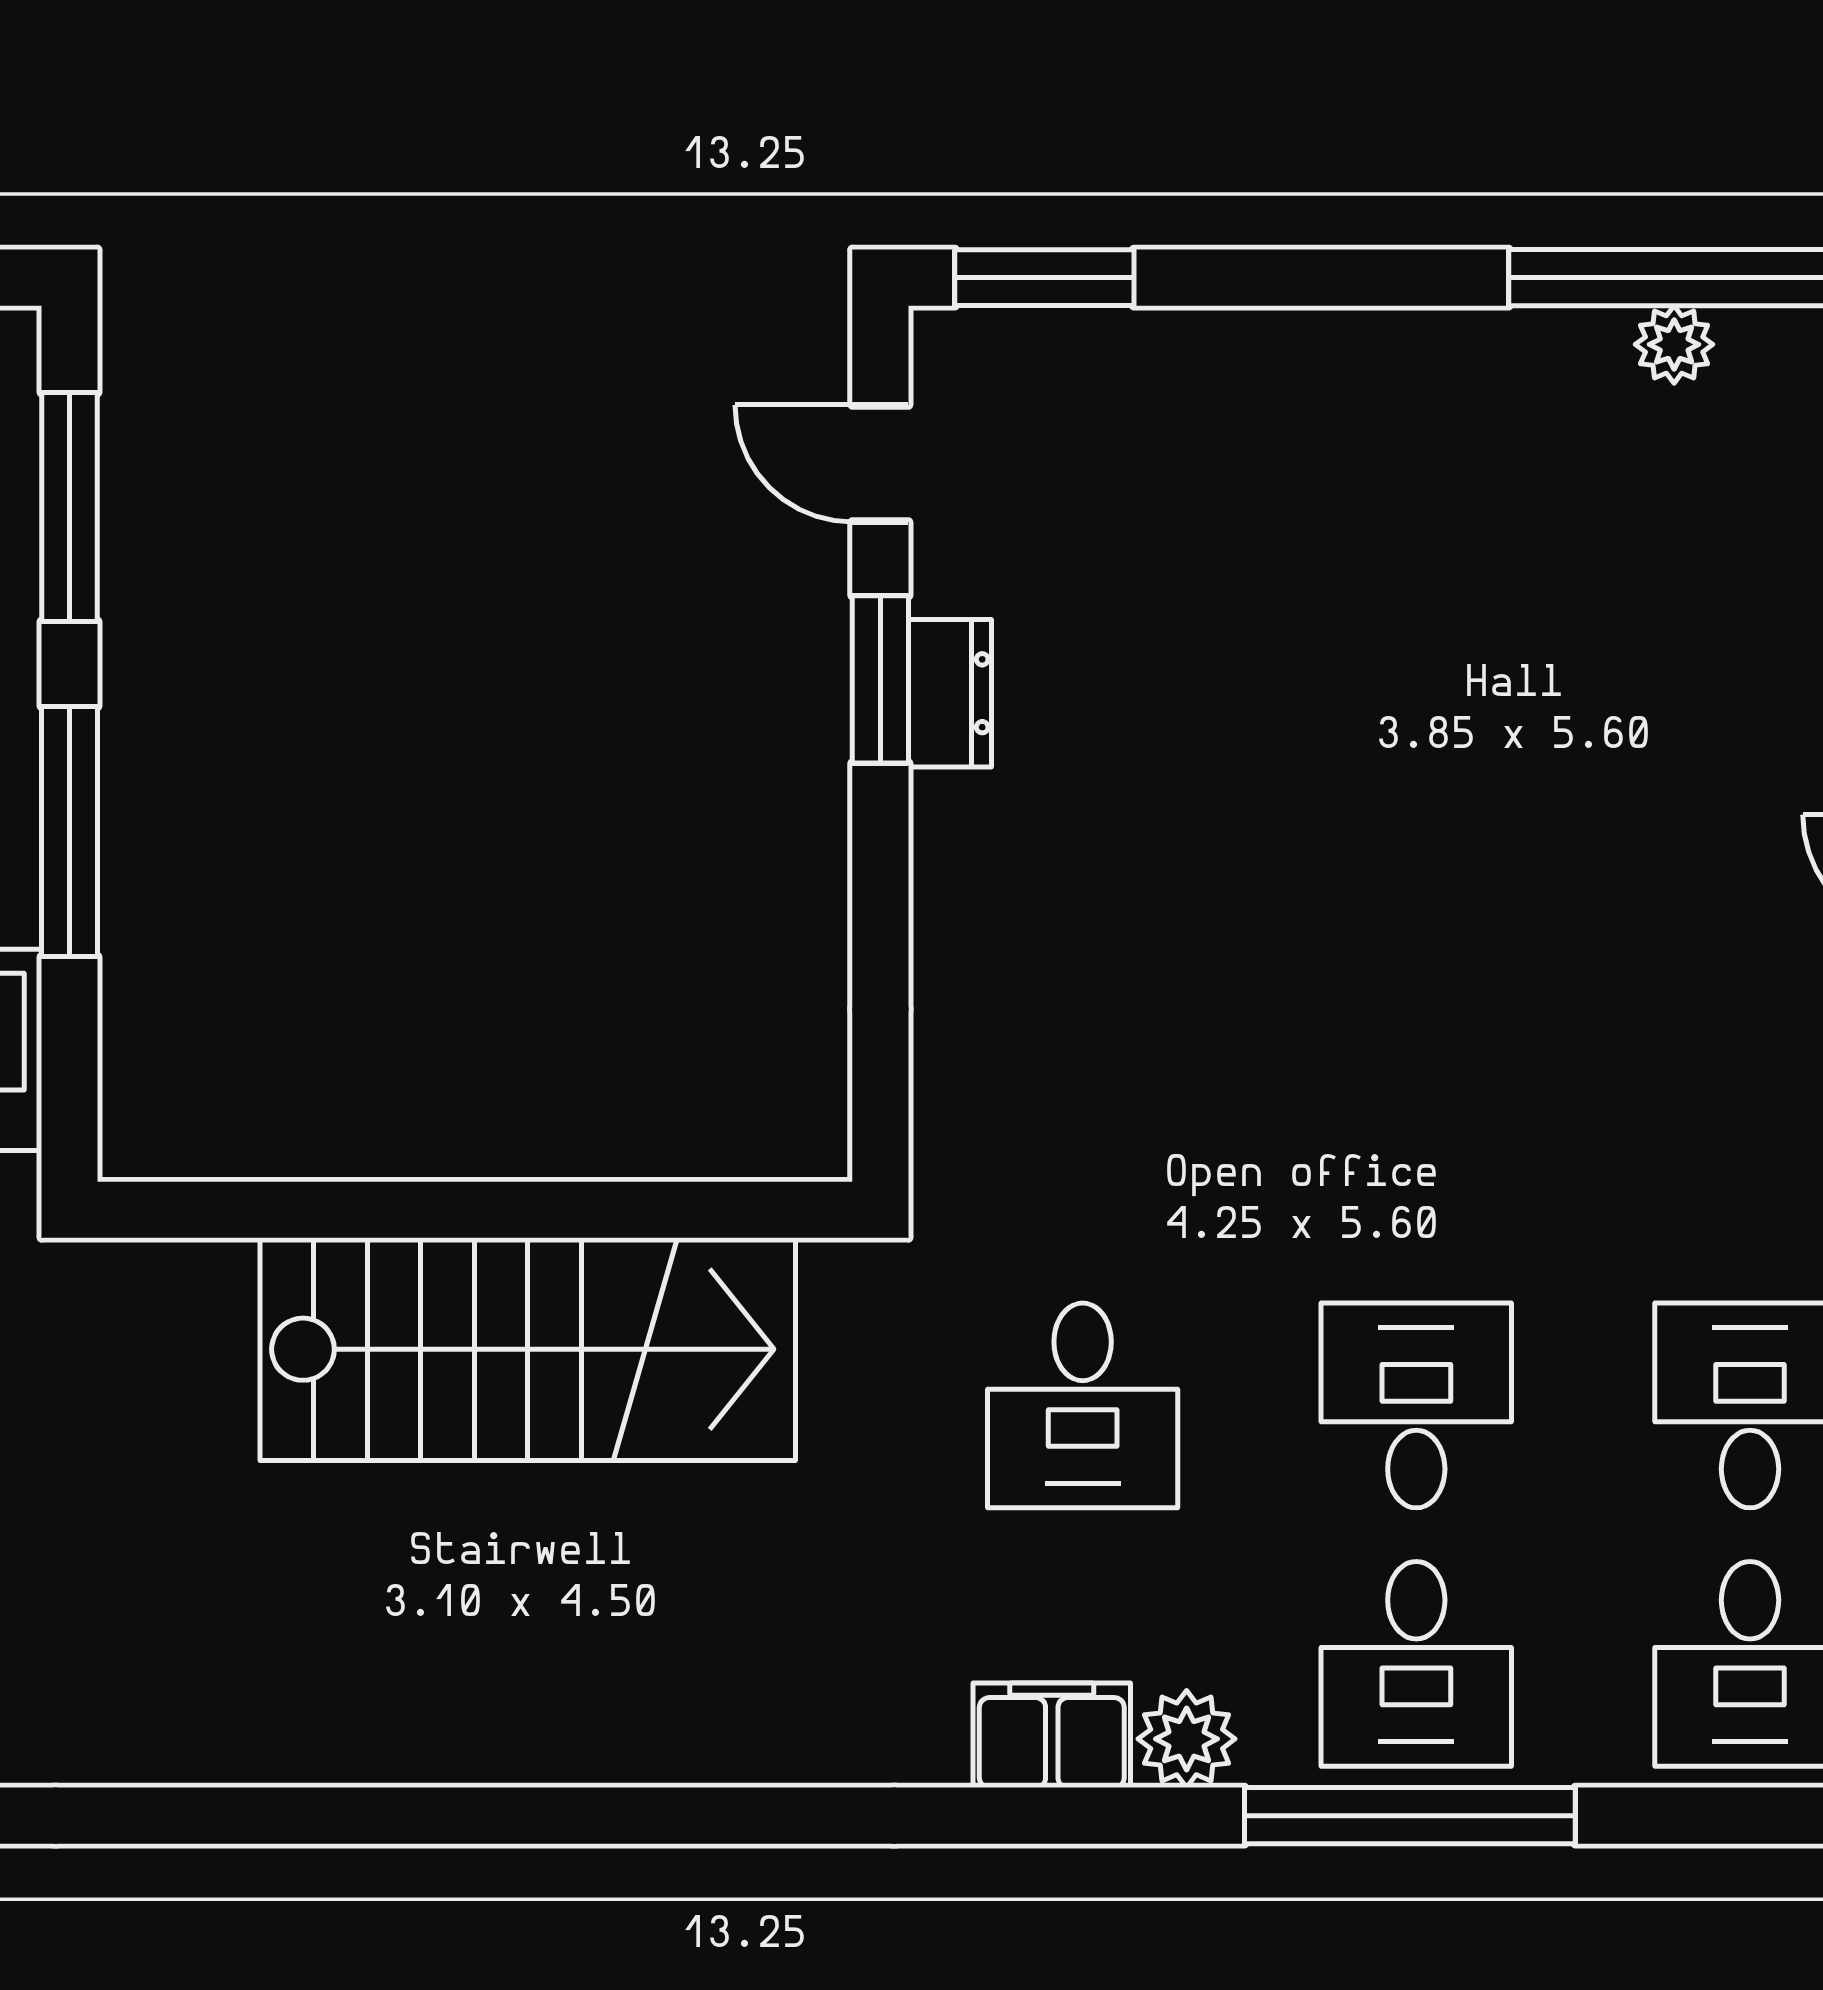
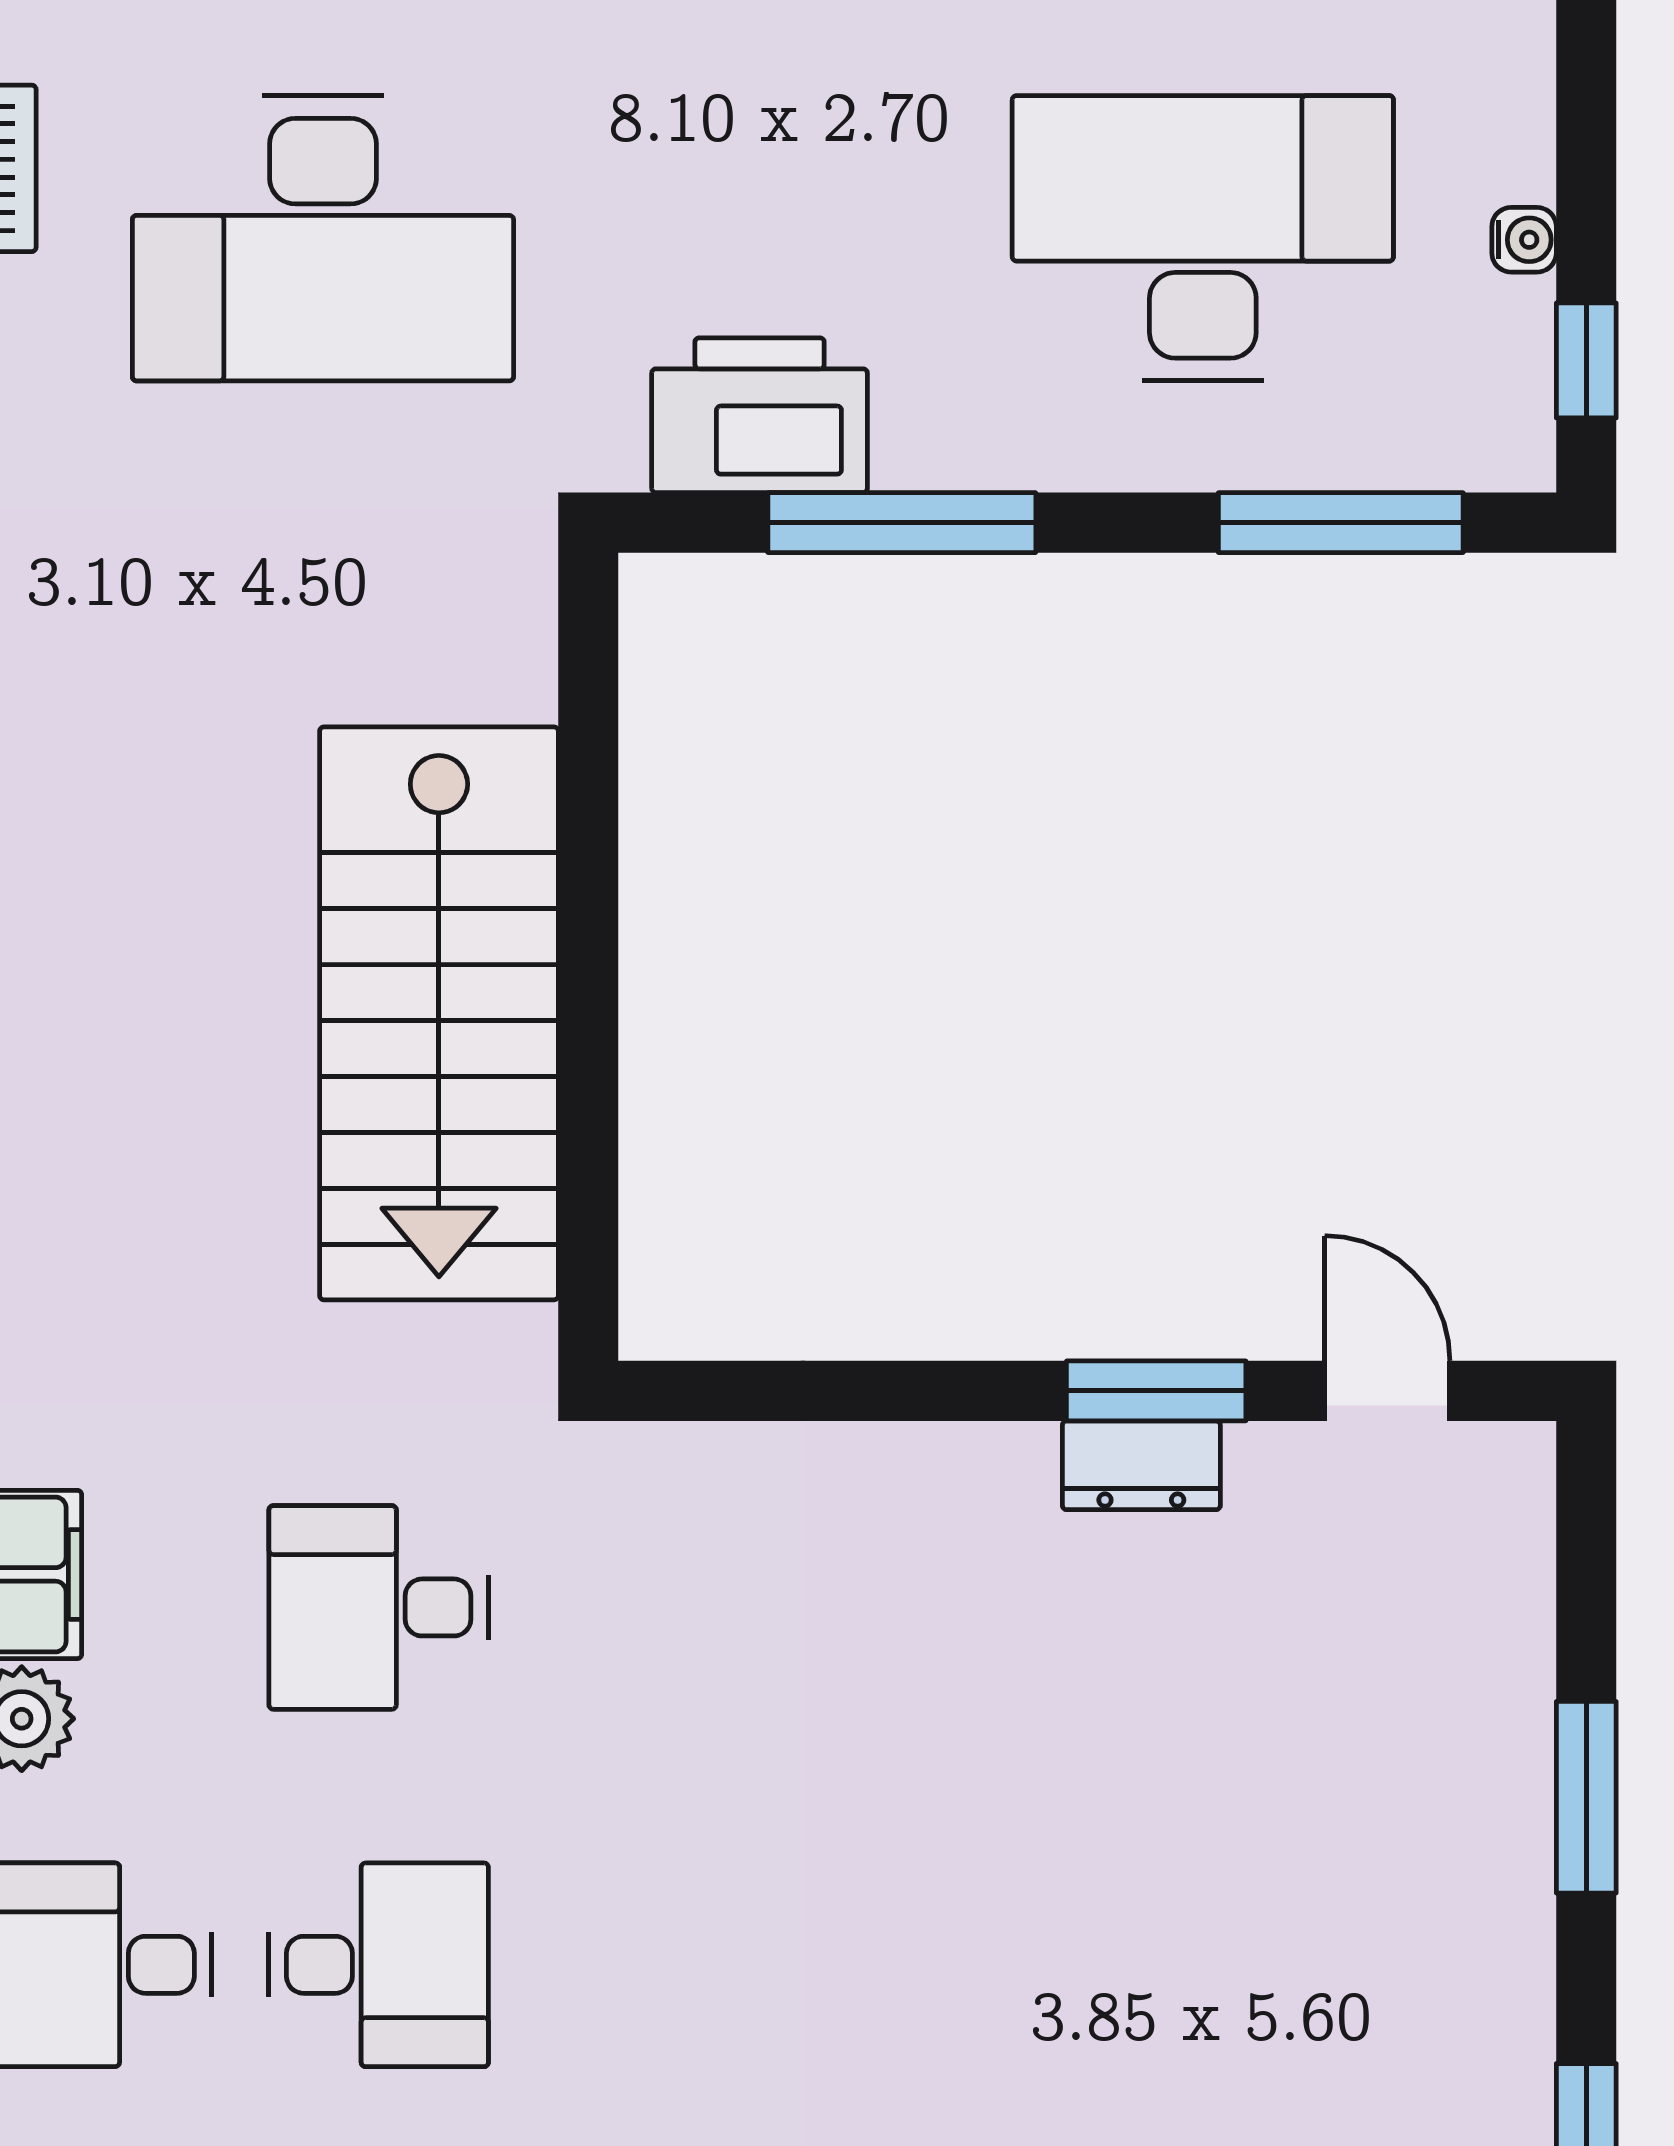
window: (1044, 278) -> (1586, 1797), moved
door: (880, 464) -> (1387, 1391), hinge flipped
window: (69, 831) -> (902, 523), moved

